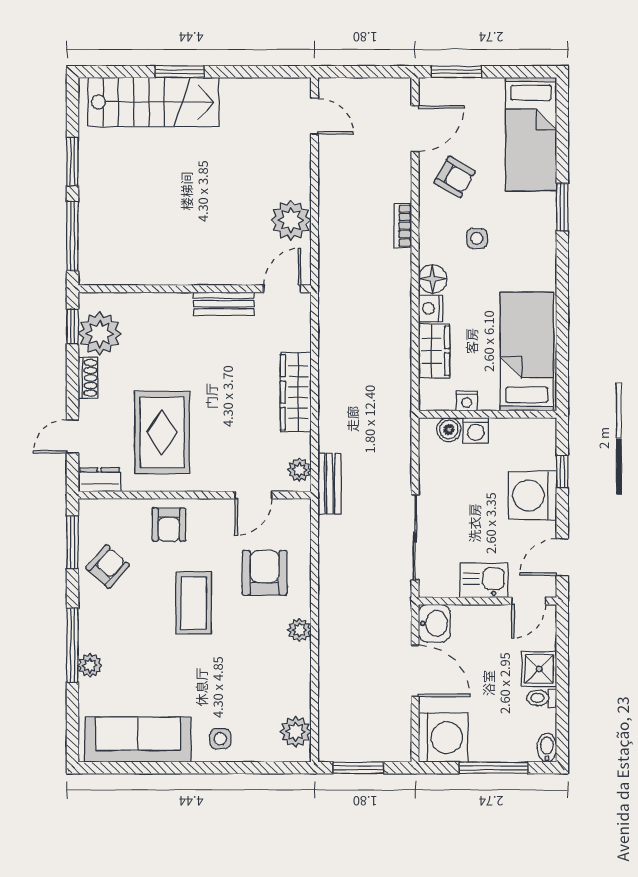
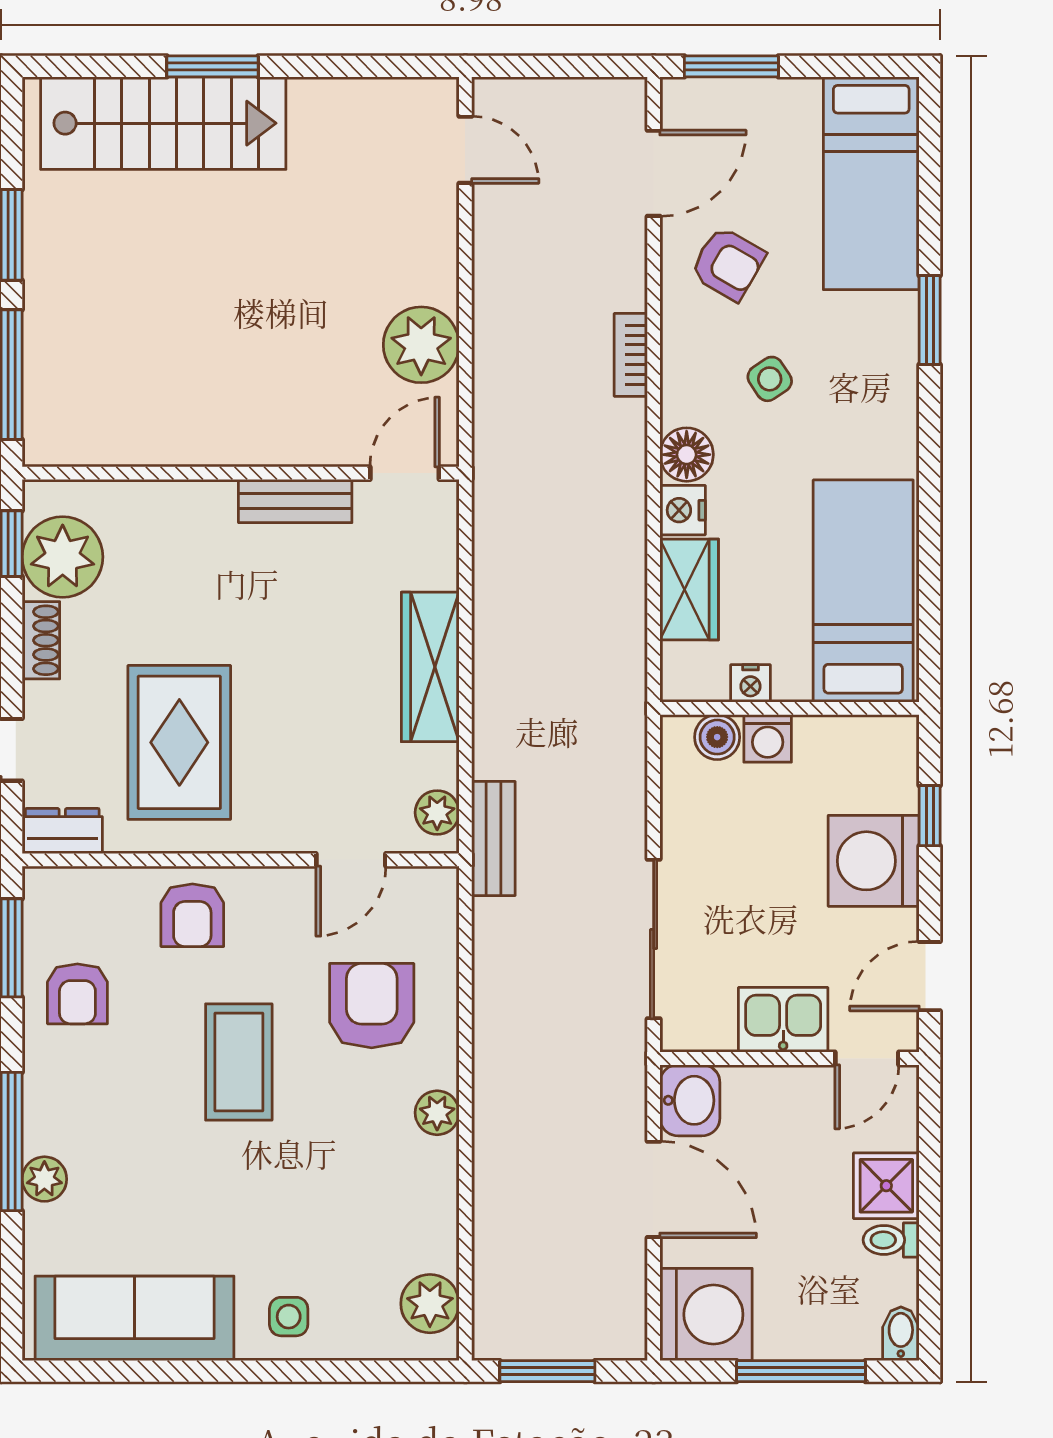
side table: (477, 238) -> (770, 379), turned -34
armchair: (108, 567) -> (77, 994), turned 138

